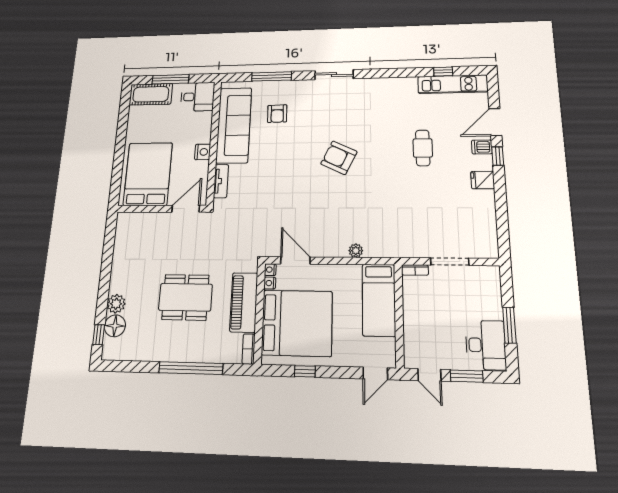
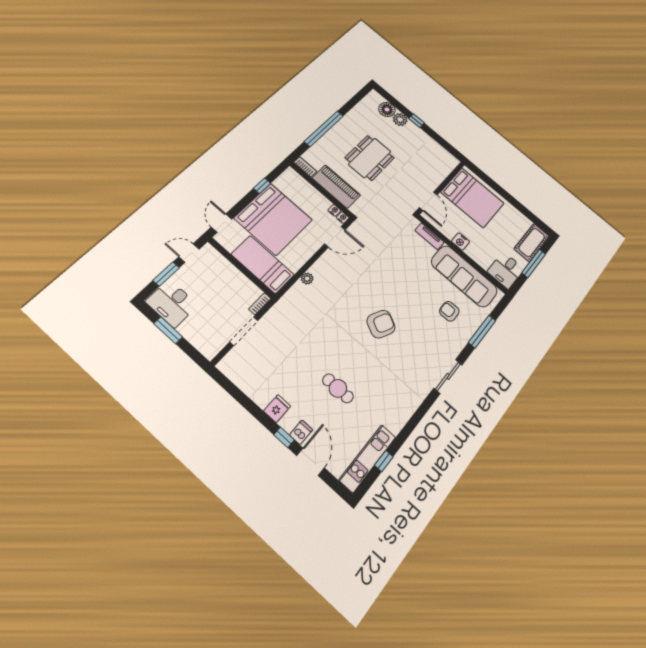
bed: (297, 323) -> (273, 219), moved, turned -90
window: (99, 335) -> (417, 121), moved

